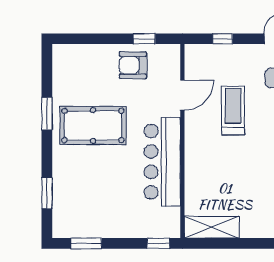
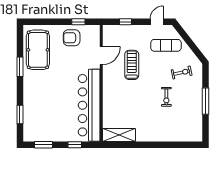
pool table: (93, 125) -> (38, 50), moved, turned 90
bar counter: (162, 162) -> (89, 105), width x1.36
window: (158, 243) -> (75, 145), moved

